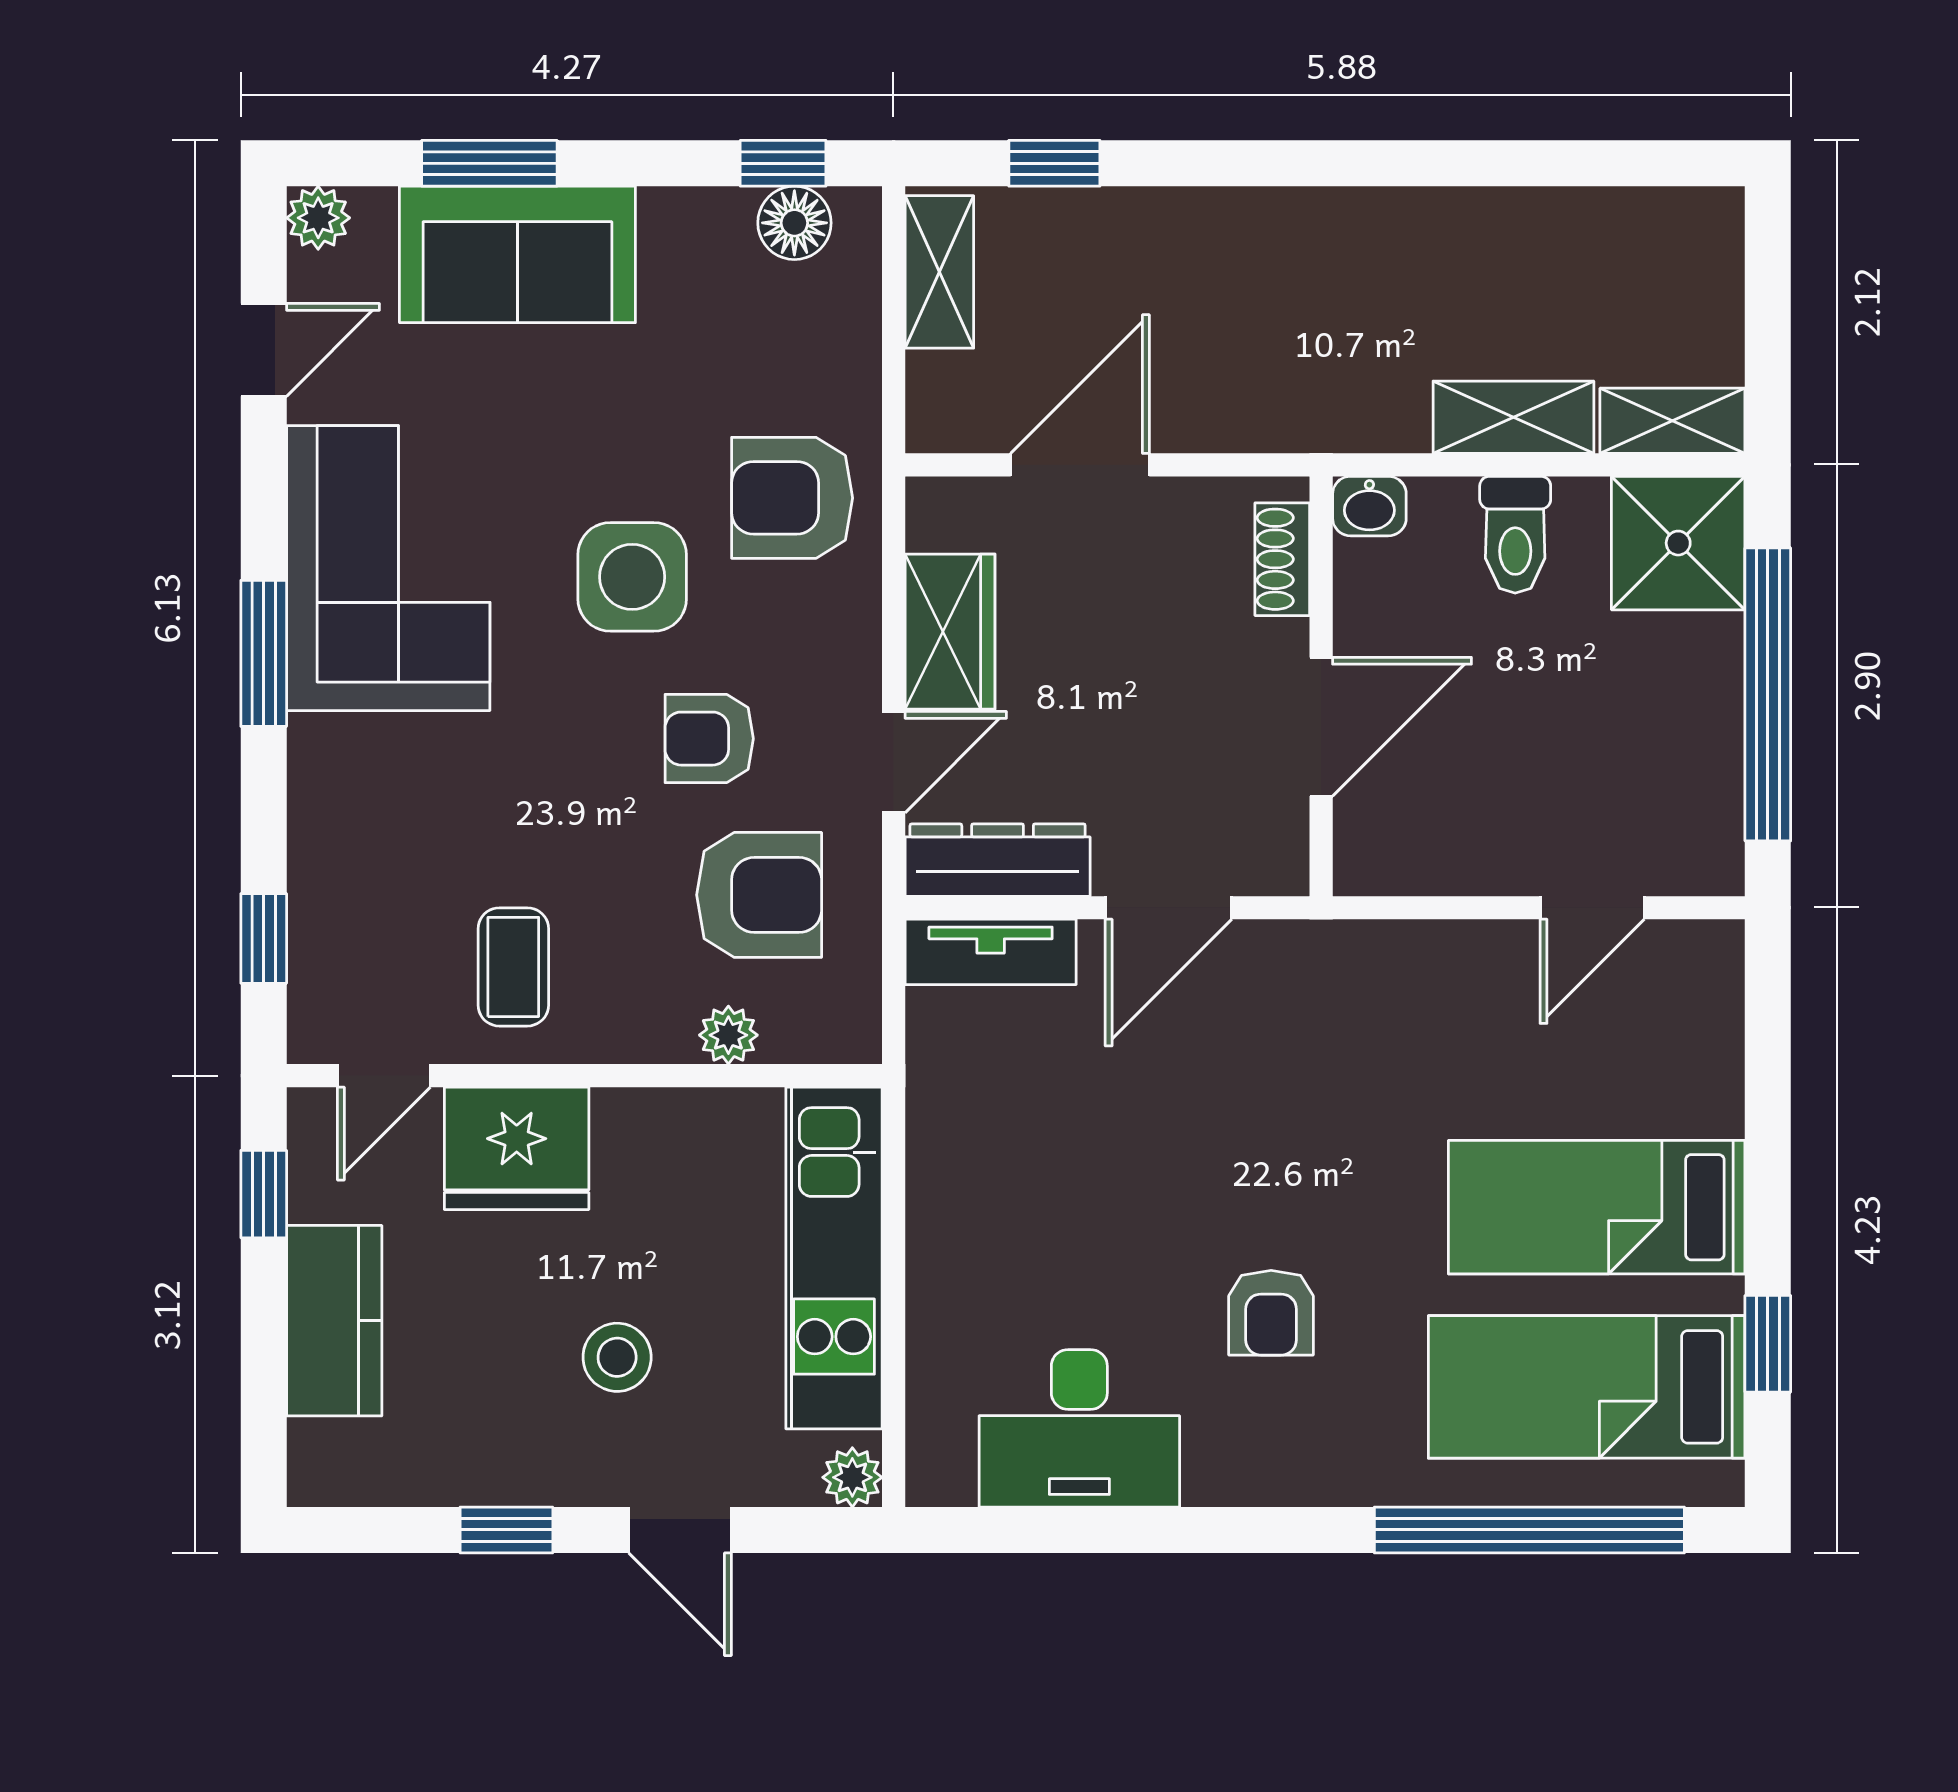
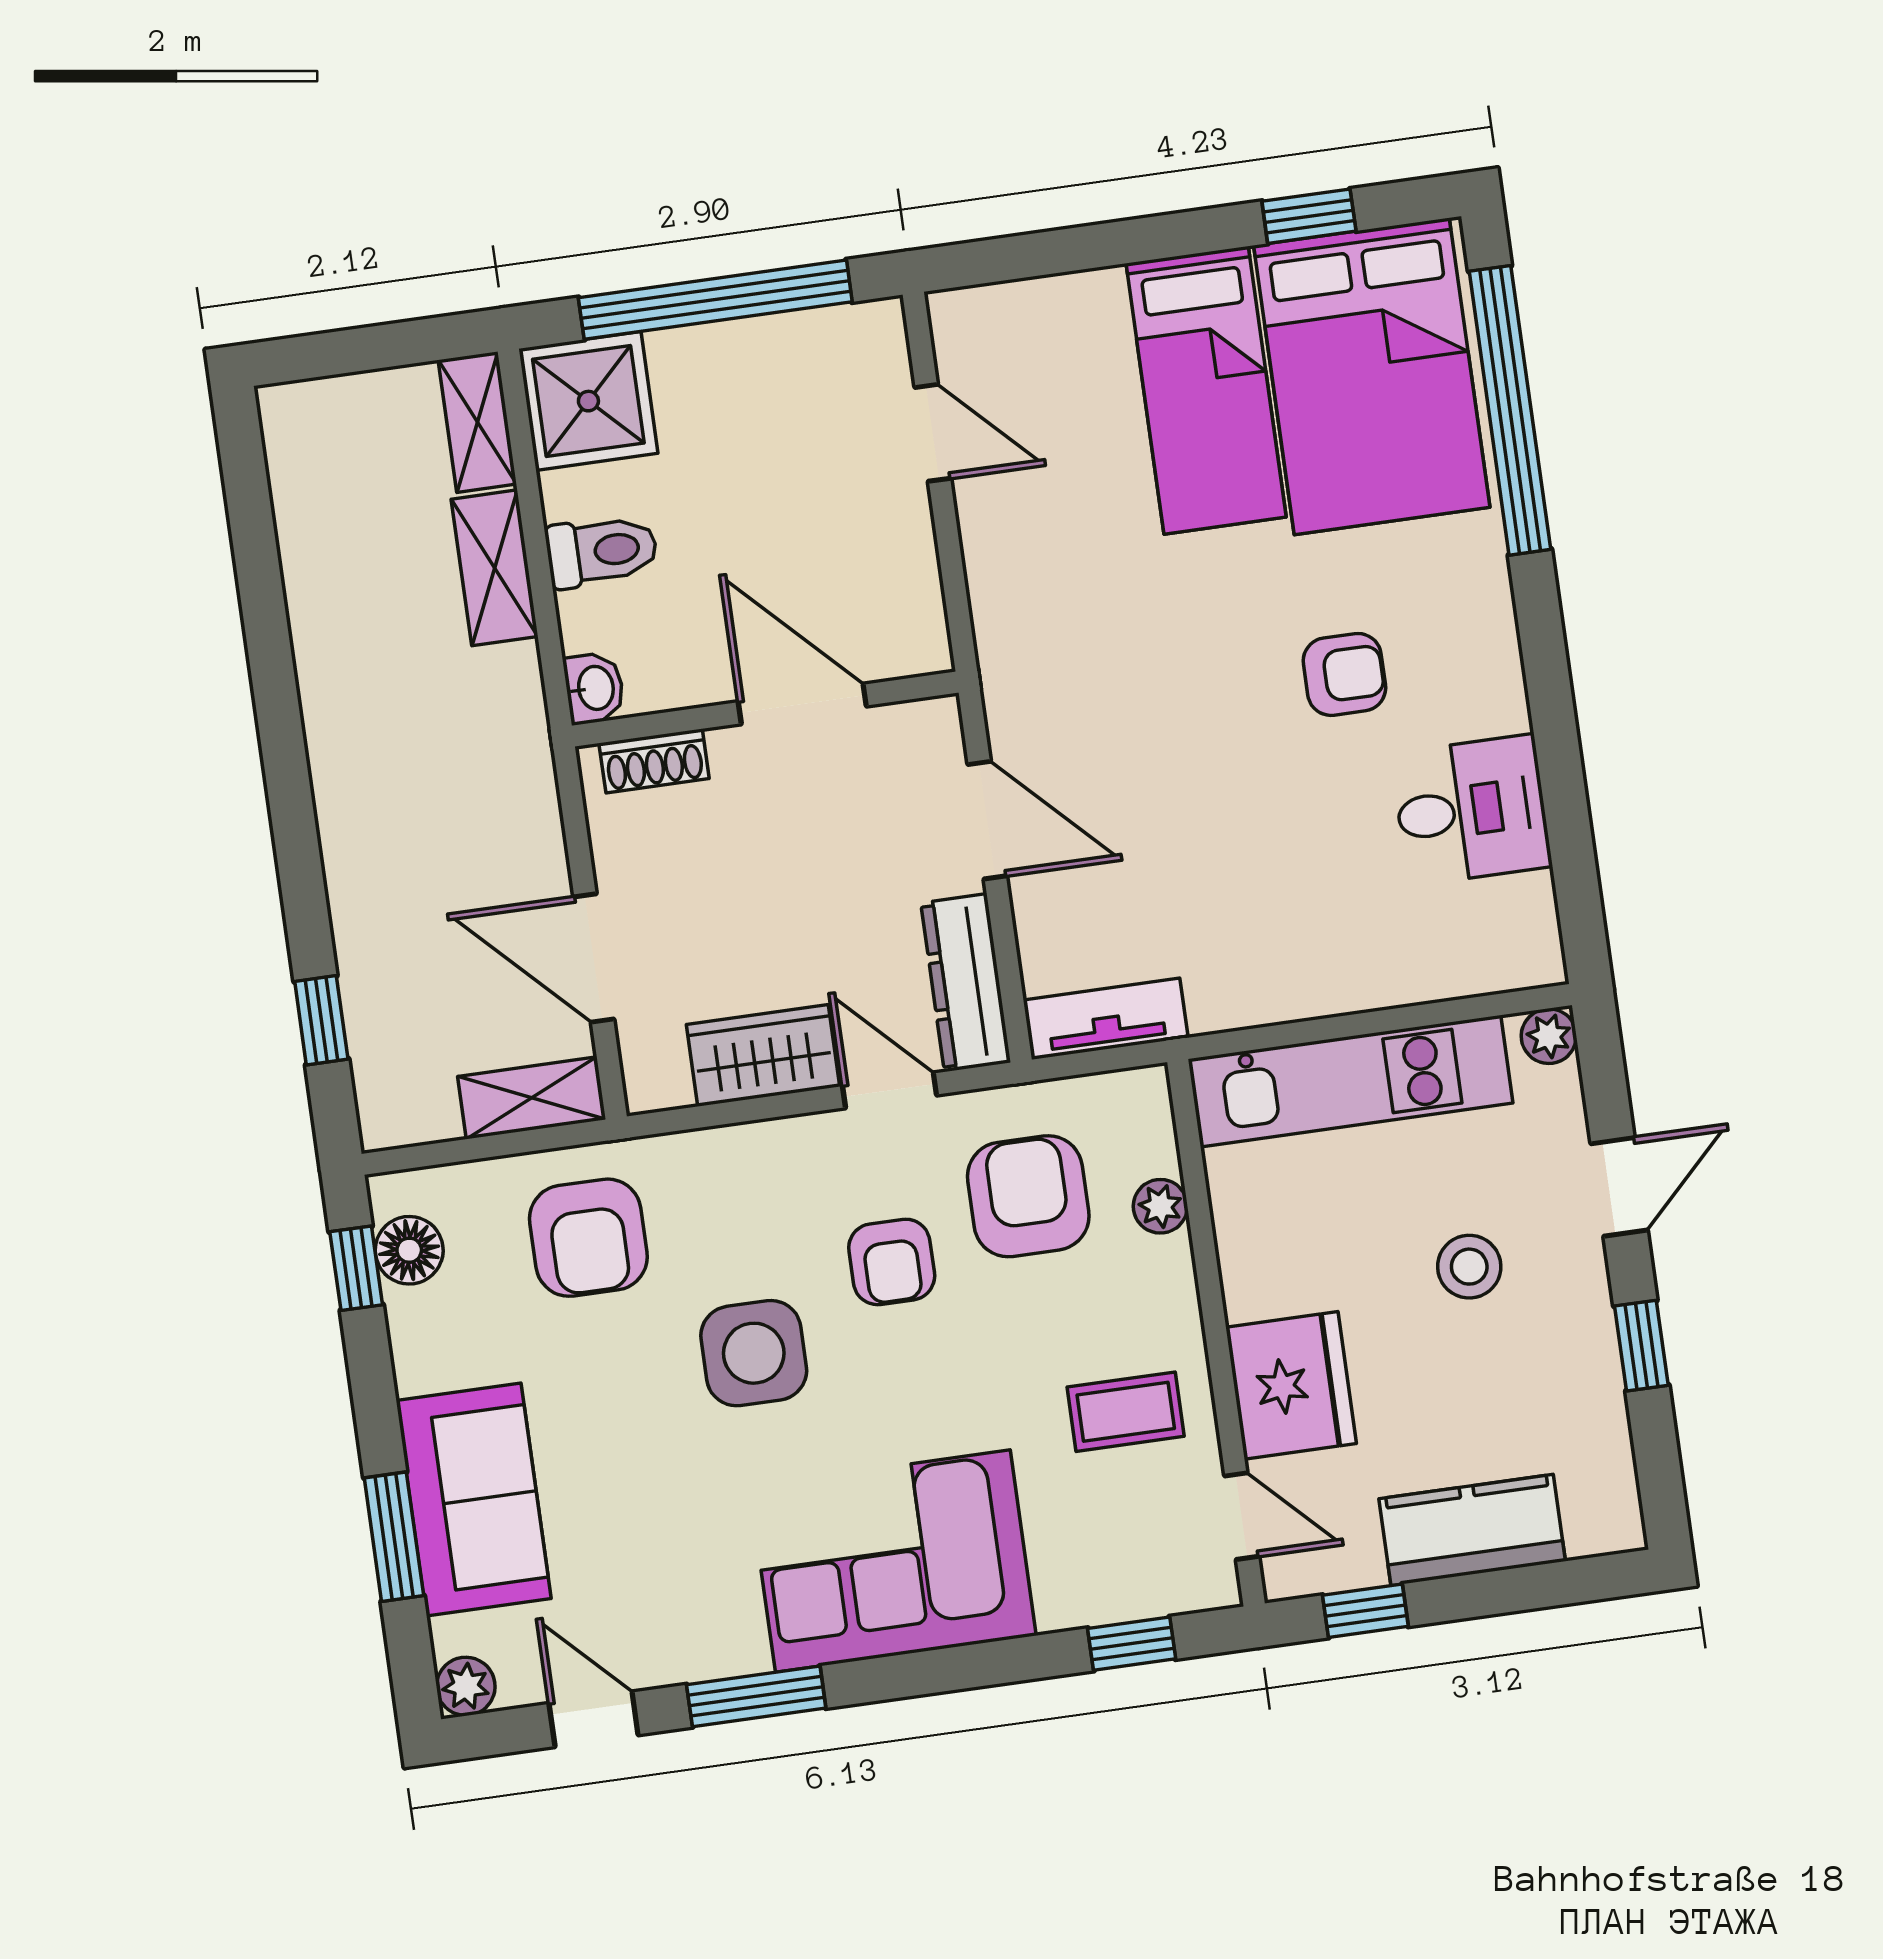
shelving: (939, 272) -> (532, 1098), moved
armchair: (792, 498) -> (588, 1238), moved
corner sofa: (388, 568) -> (893, 1561), moved
window: (264, 653) -> (756, 1696), moved
tv unit: (991, 952) -> (1106, 1019), moved, turned -90
bed: (1587, 1387) -> (1372, 376), width x1.50
desk: (1079, 1428) -> (1471, 810), width x0.73

